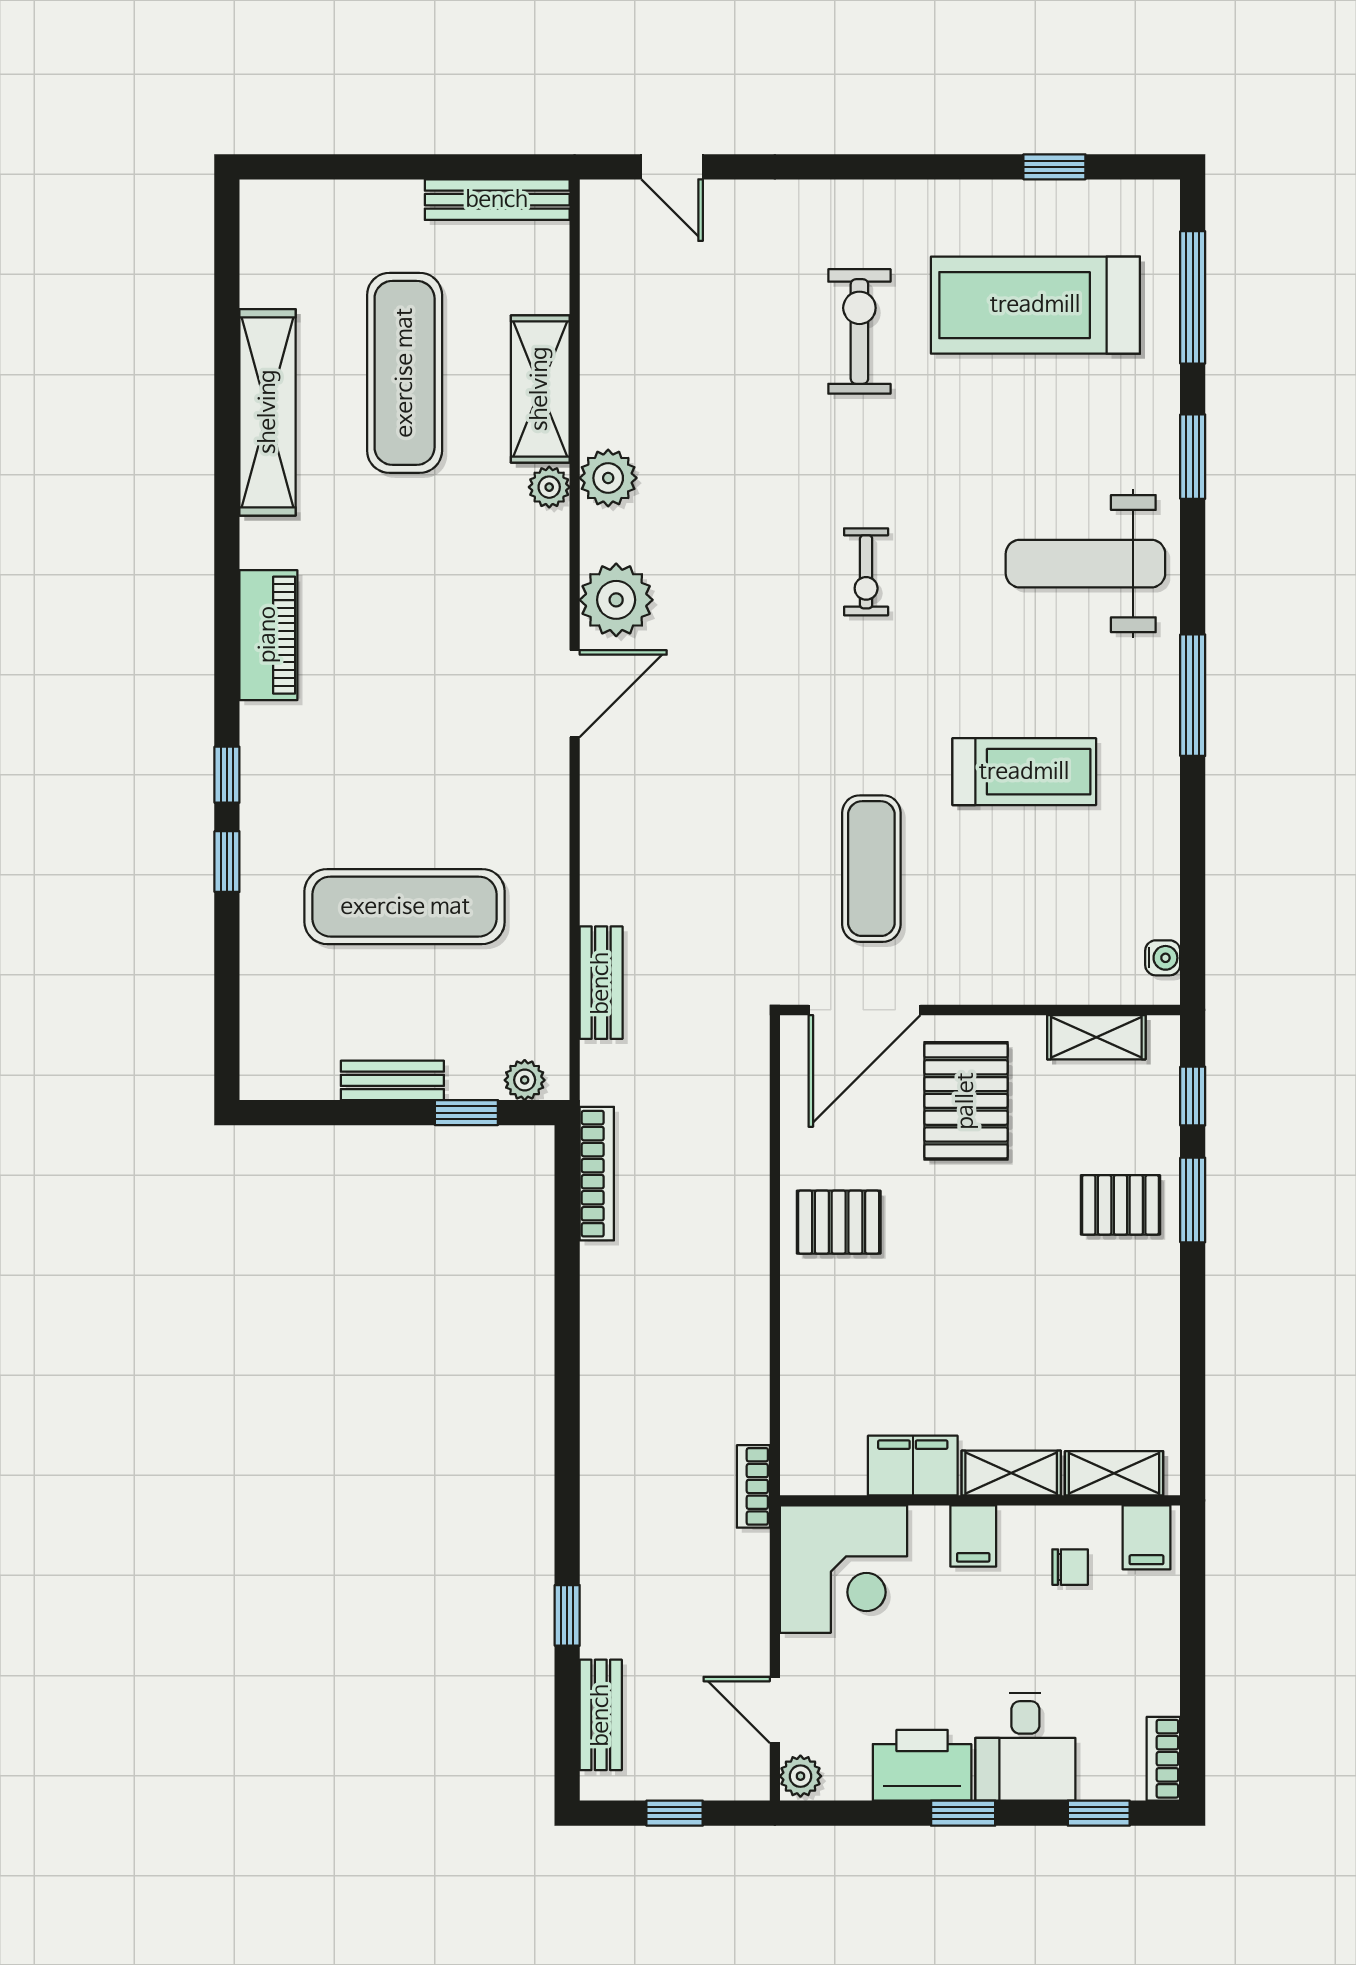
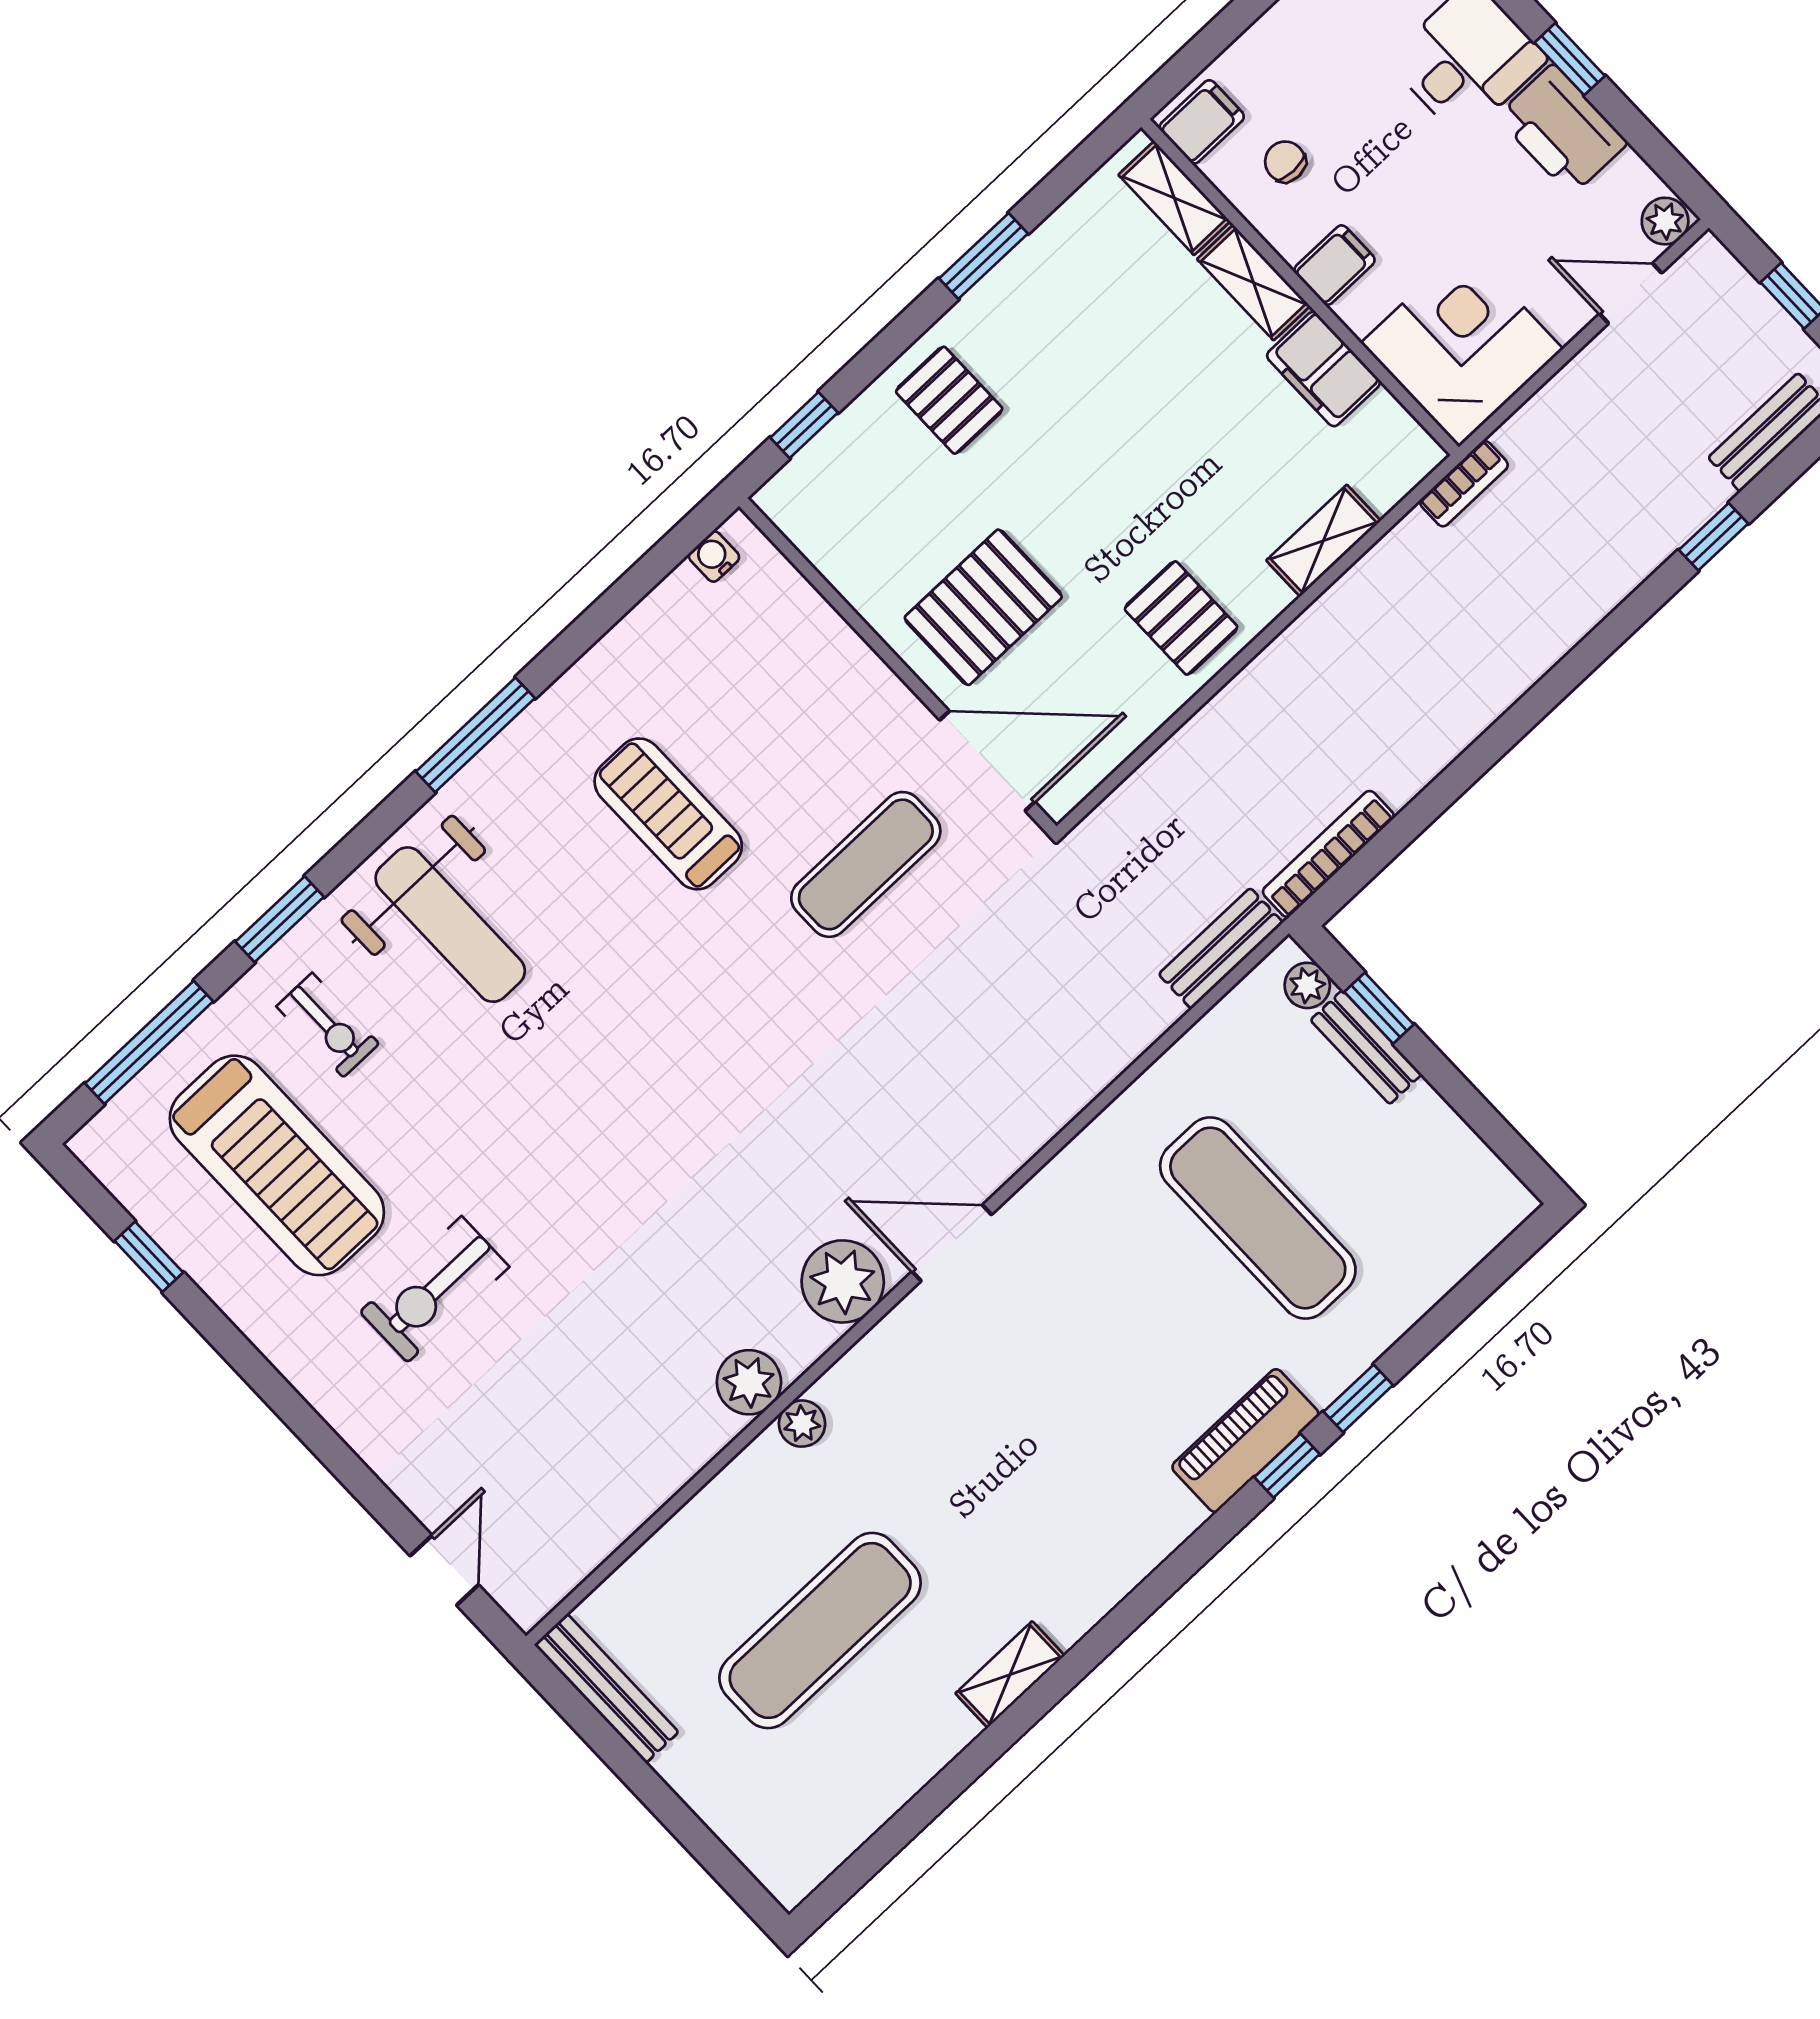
shelving: (540, 389) -> (728, 1507), removed
shelving: (268, 412) -> (1010, 1675), width x0.45, depth x0.75
exercise bike: (866, 572) -> (328, 1025), moved, turned 90
piano: (268, 635) -> (1245, 1440), moved
bench: (601, 983) -> (1221, 948), moved
shelving: (1096, 1037) -> (1323, 541), moved, turned 90
bench: (392, 1080) -> (1366, 1047), moved
window: (1193, 1200) -> (984, 256), moved
door: (775, 1710) -> (1631, 293), swing flipped

